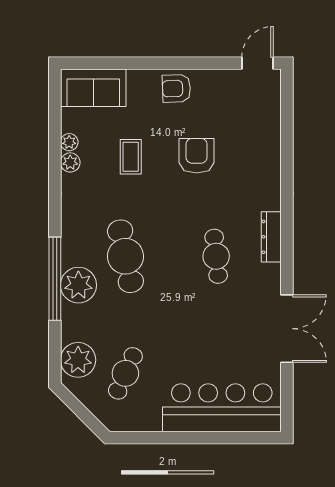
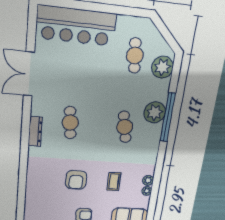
cafe table: (125, 256) -> (125, 127), width x0.73, depth x0.74
cafe table: (125, 373) -> (135, 56), turned -30

